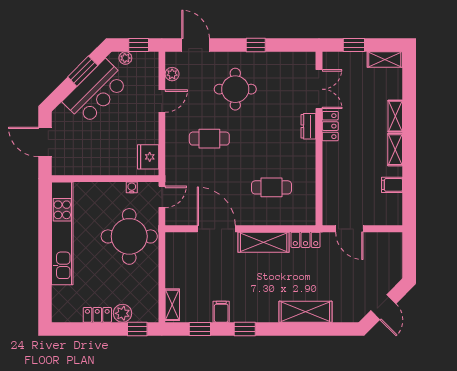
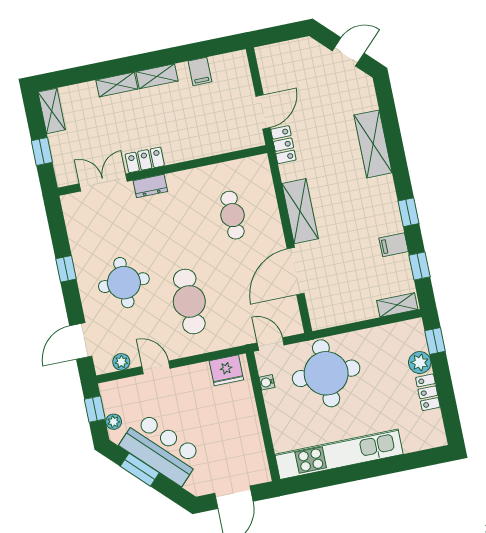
cafe table: (209, 139) -> (189, 301), width x1.37, depth x1.35
locker: (306, 240) -> (283, 145), moved

